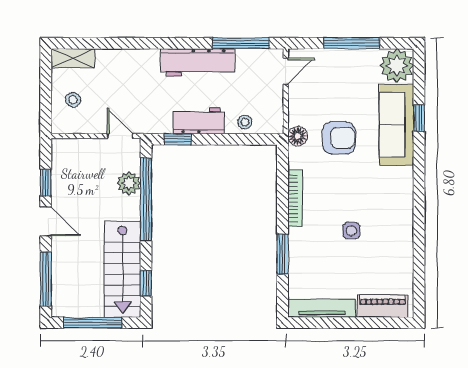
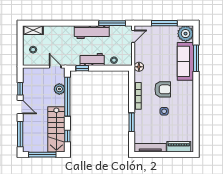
window: (419, 118) -> (196, 58), width x2.17
armchair: (339, 138) -> (163, 89), moved

